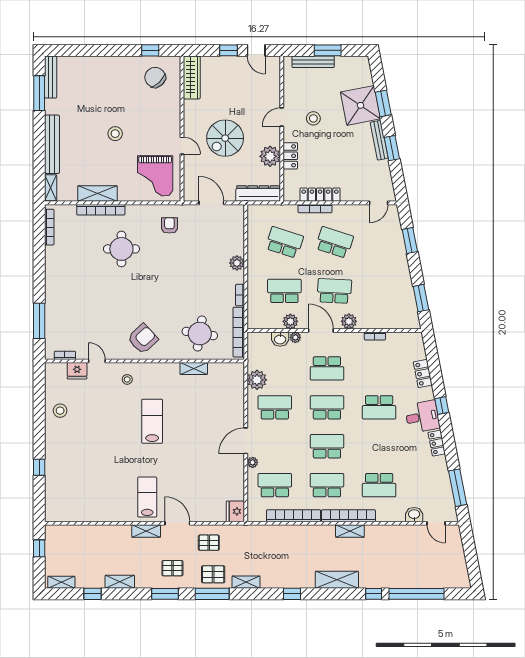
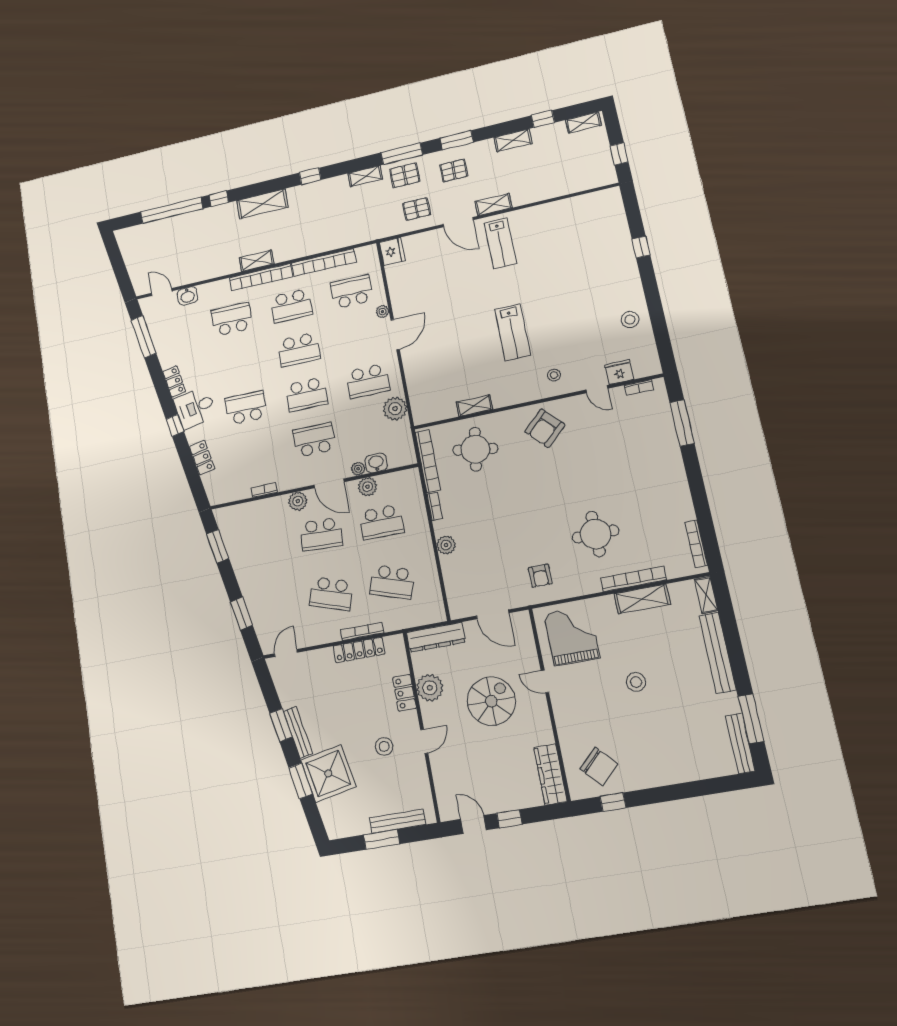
school desk: (275, 485) -> (352, 292), turned 180

